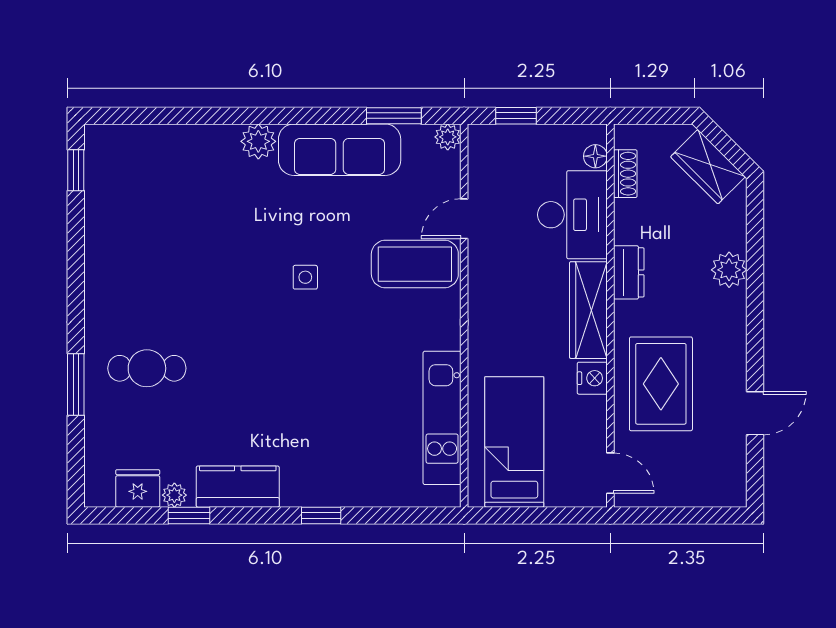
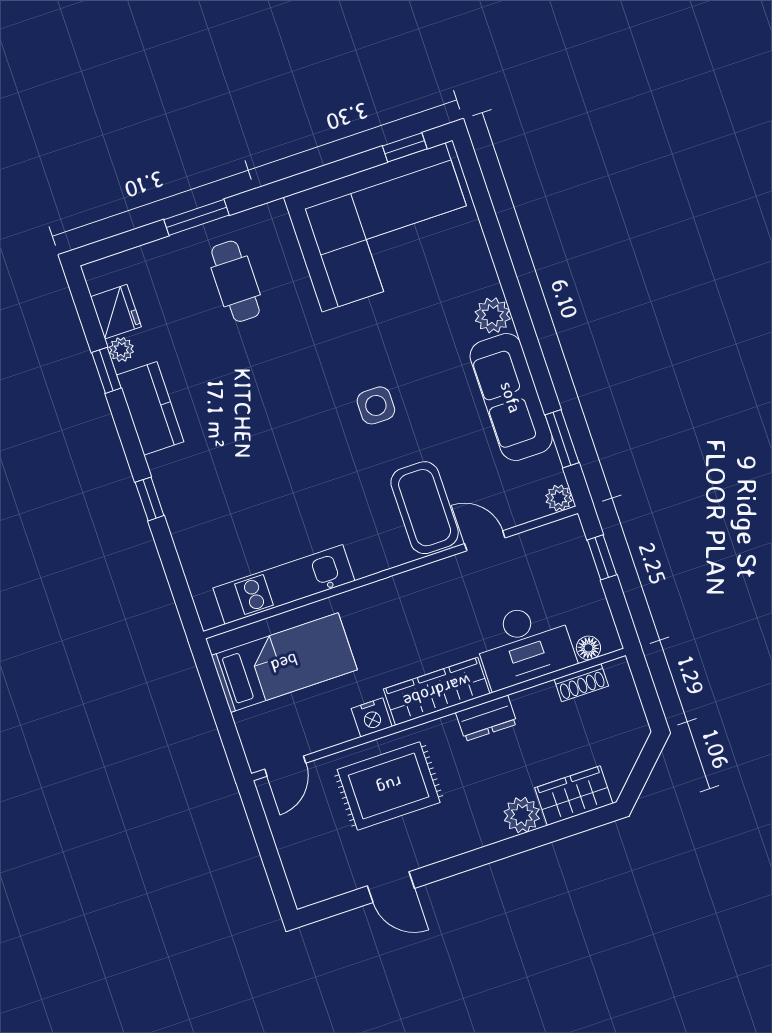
wardrobe: (708, 167) -> (574, 796), moved, turned 45
corner sofa: (143, 215) -> (384, 227), added
side table: (305, 277) -> (376, 405), width x1.37, depth x1.37

